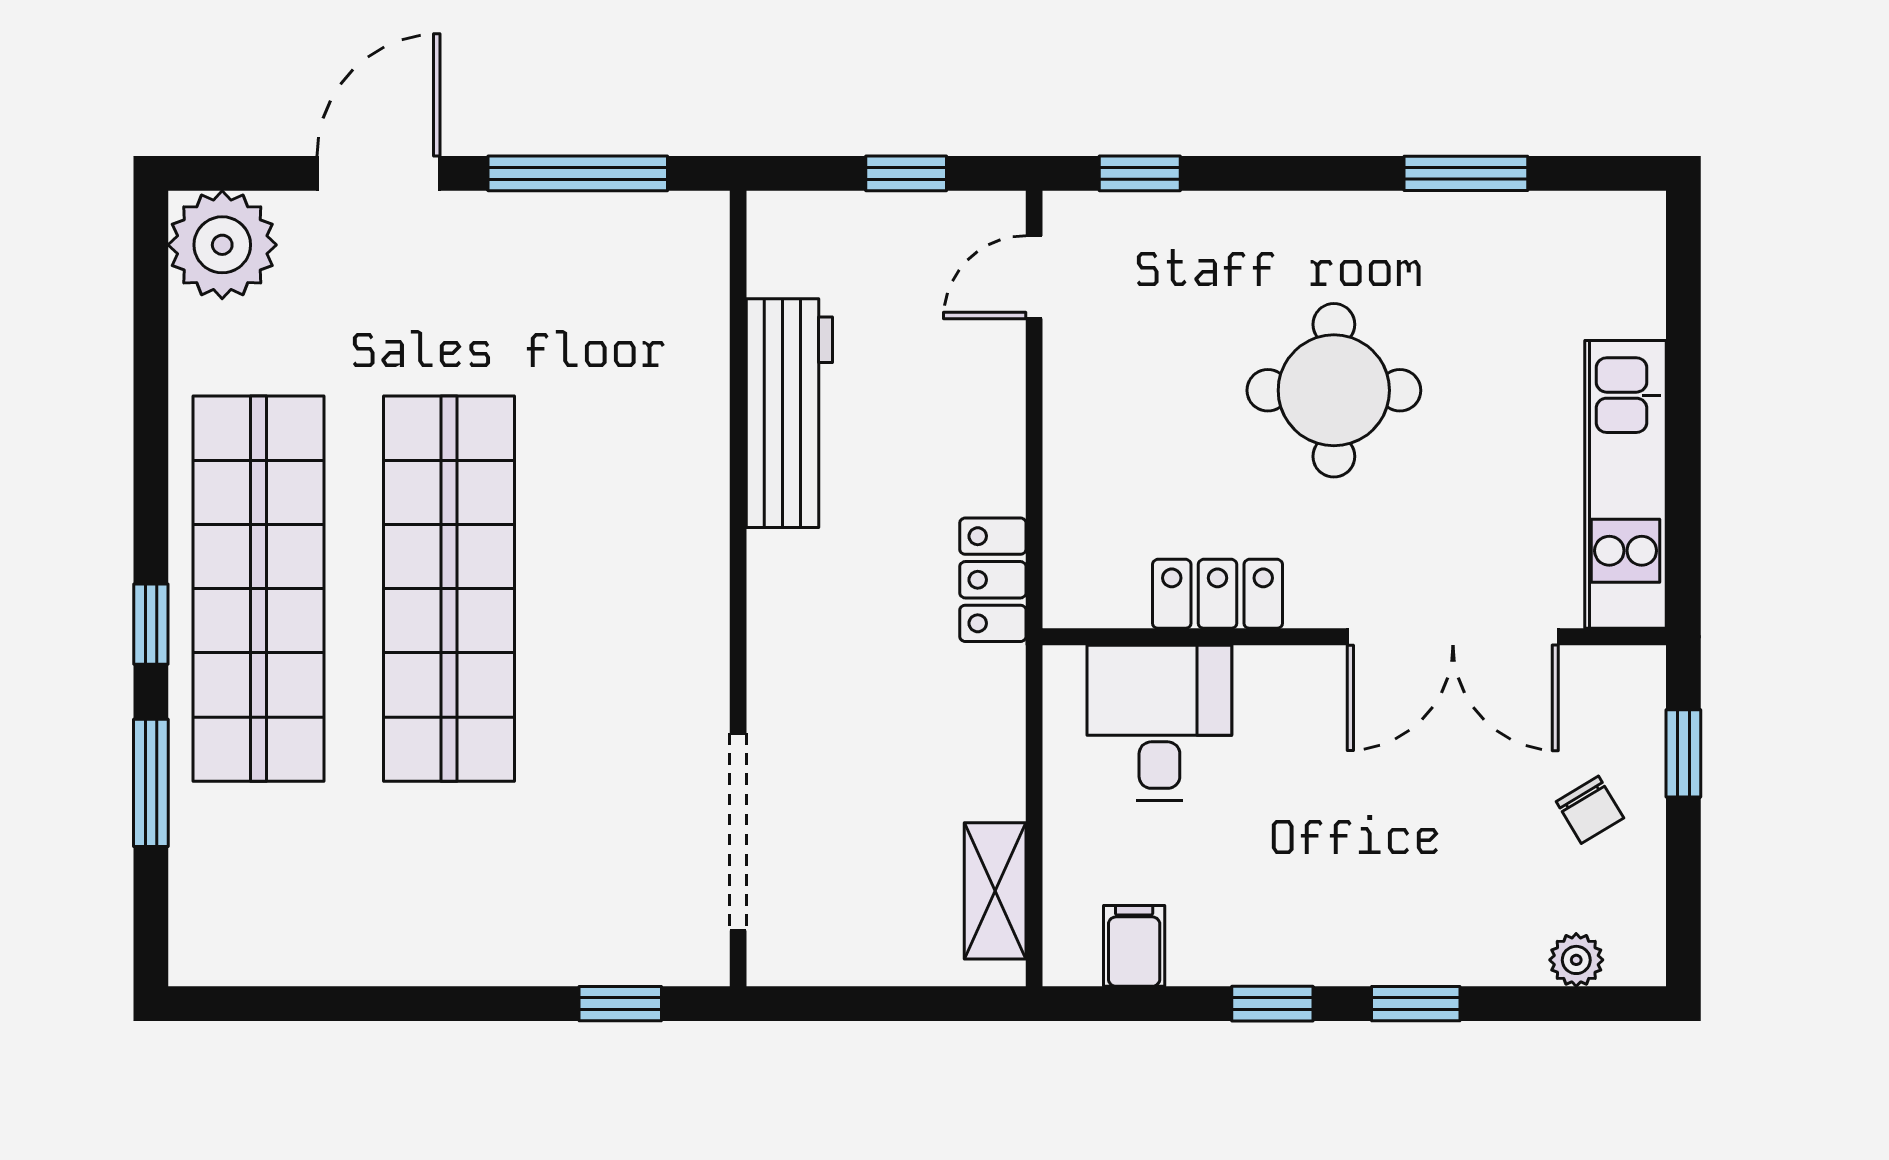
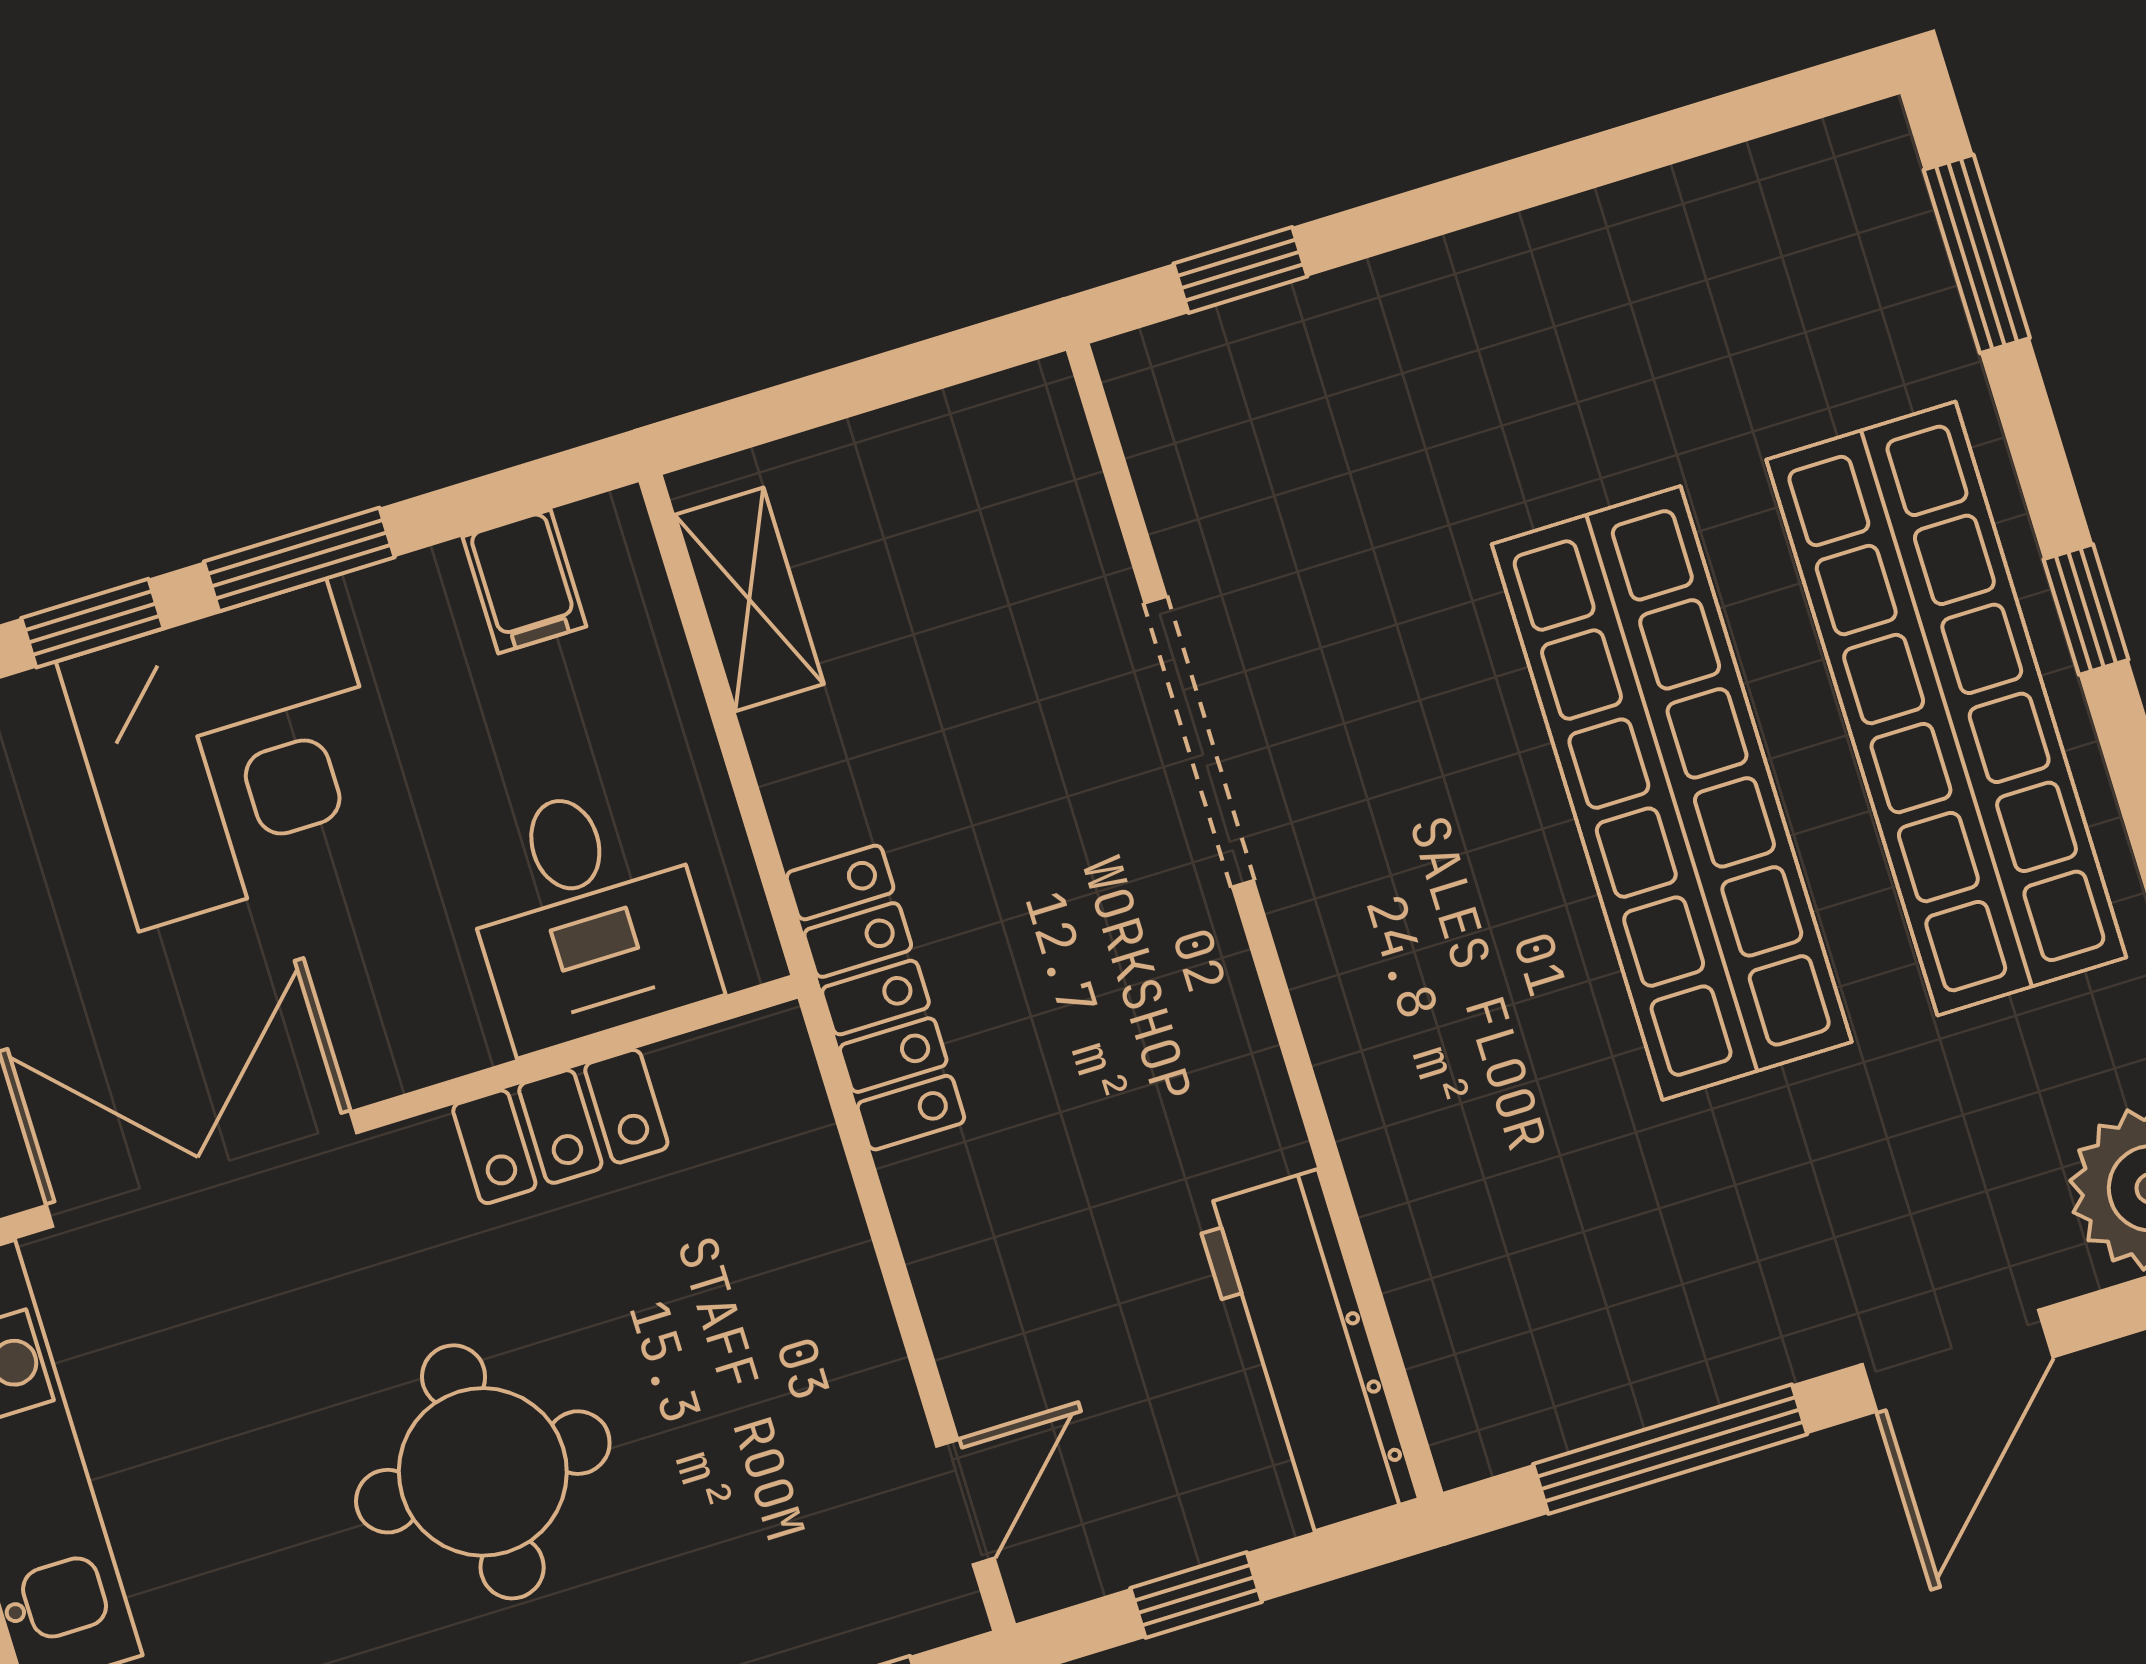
workbench: (789, 413) -> (1306, 1353), moved
locker: (993, 580) -> (875, 998), width x1.53
window: (151, 783) -> (1977, 254), moved
doorway: (738, 832) -> (1199, 742), moved
corner desk: (1353, 893) -> (233, 755), added
window: (1272, 1004) -> (299, 559), width x1.50

